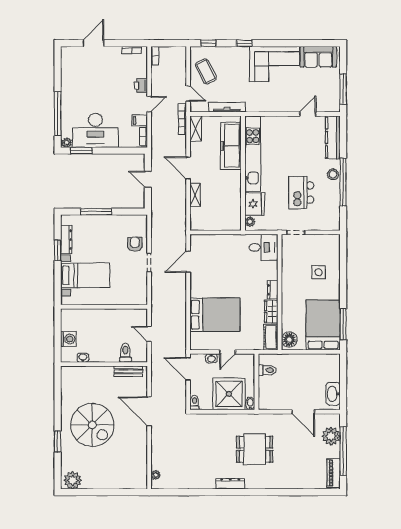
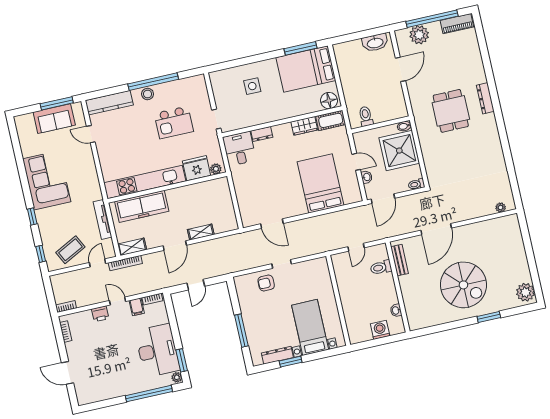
sofa: (318, 57) -> (54, 119), moved, turned 90
dresser: (273, 290) -> (262, 134), moved
spiral stairs: (92, 425) -> (463, 285), turned 90
dresser: (230, 484) -> (485, 98), moved

